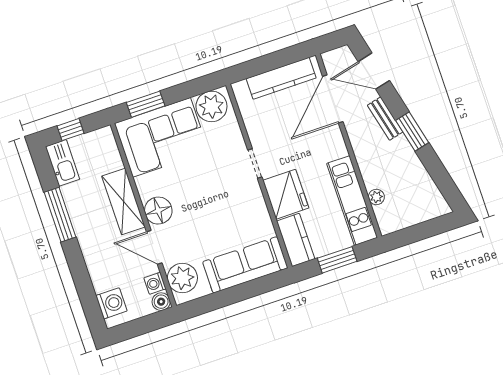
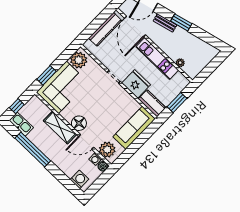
kitchen unit: (352, 201) -> (157, 59), moved
window: (60, 215) -> (33, 150), width x1.46

